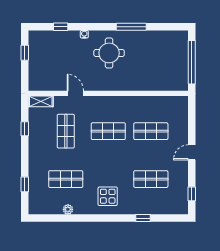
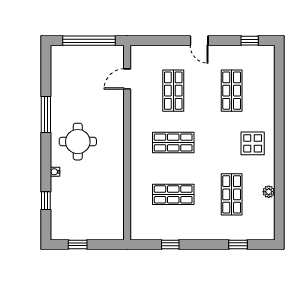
door: (75, 93) -> (127, 79), moved
shelving: (41, 101) -> (137, 225), removed
shop shelf: (108, 131) -> (173, 143), turned 90
window: (143, 218) -> (279, 100), removed

